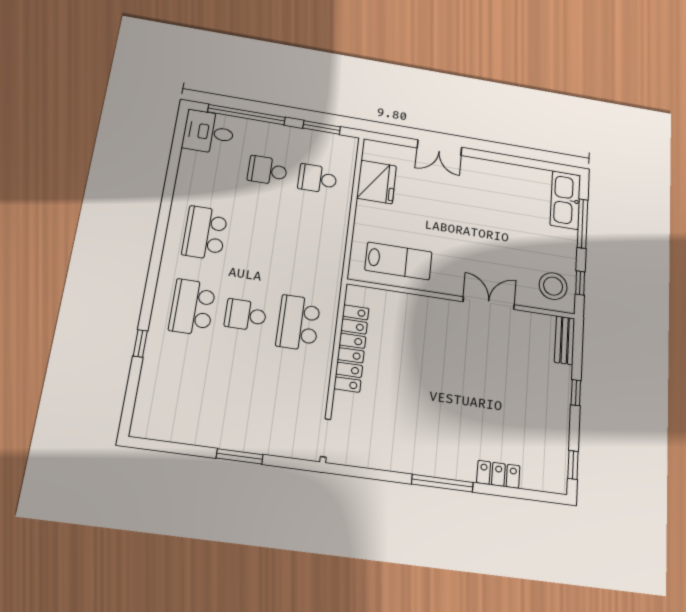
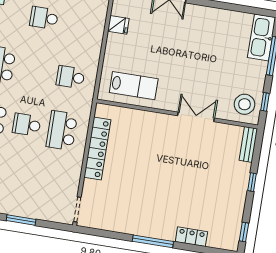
school desk: (317, 179) -> (71, 77), moved
fridge: (377, 182) -> (118, 25), width x0.53, depth x0.75

